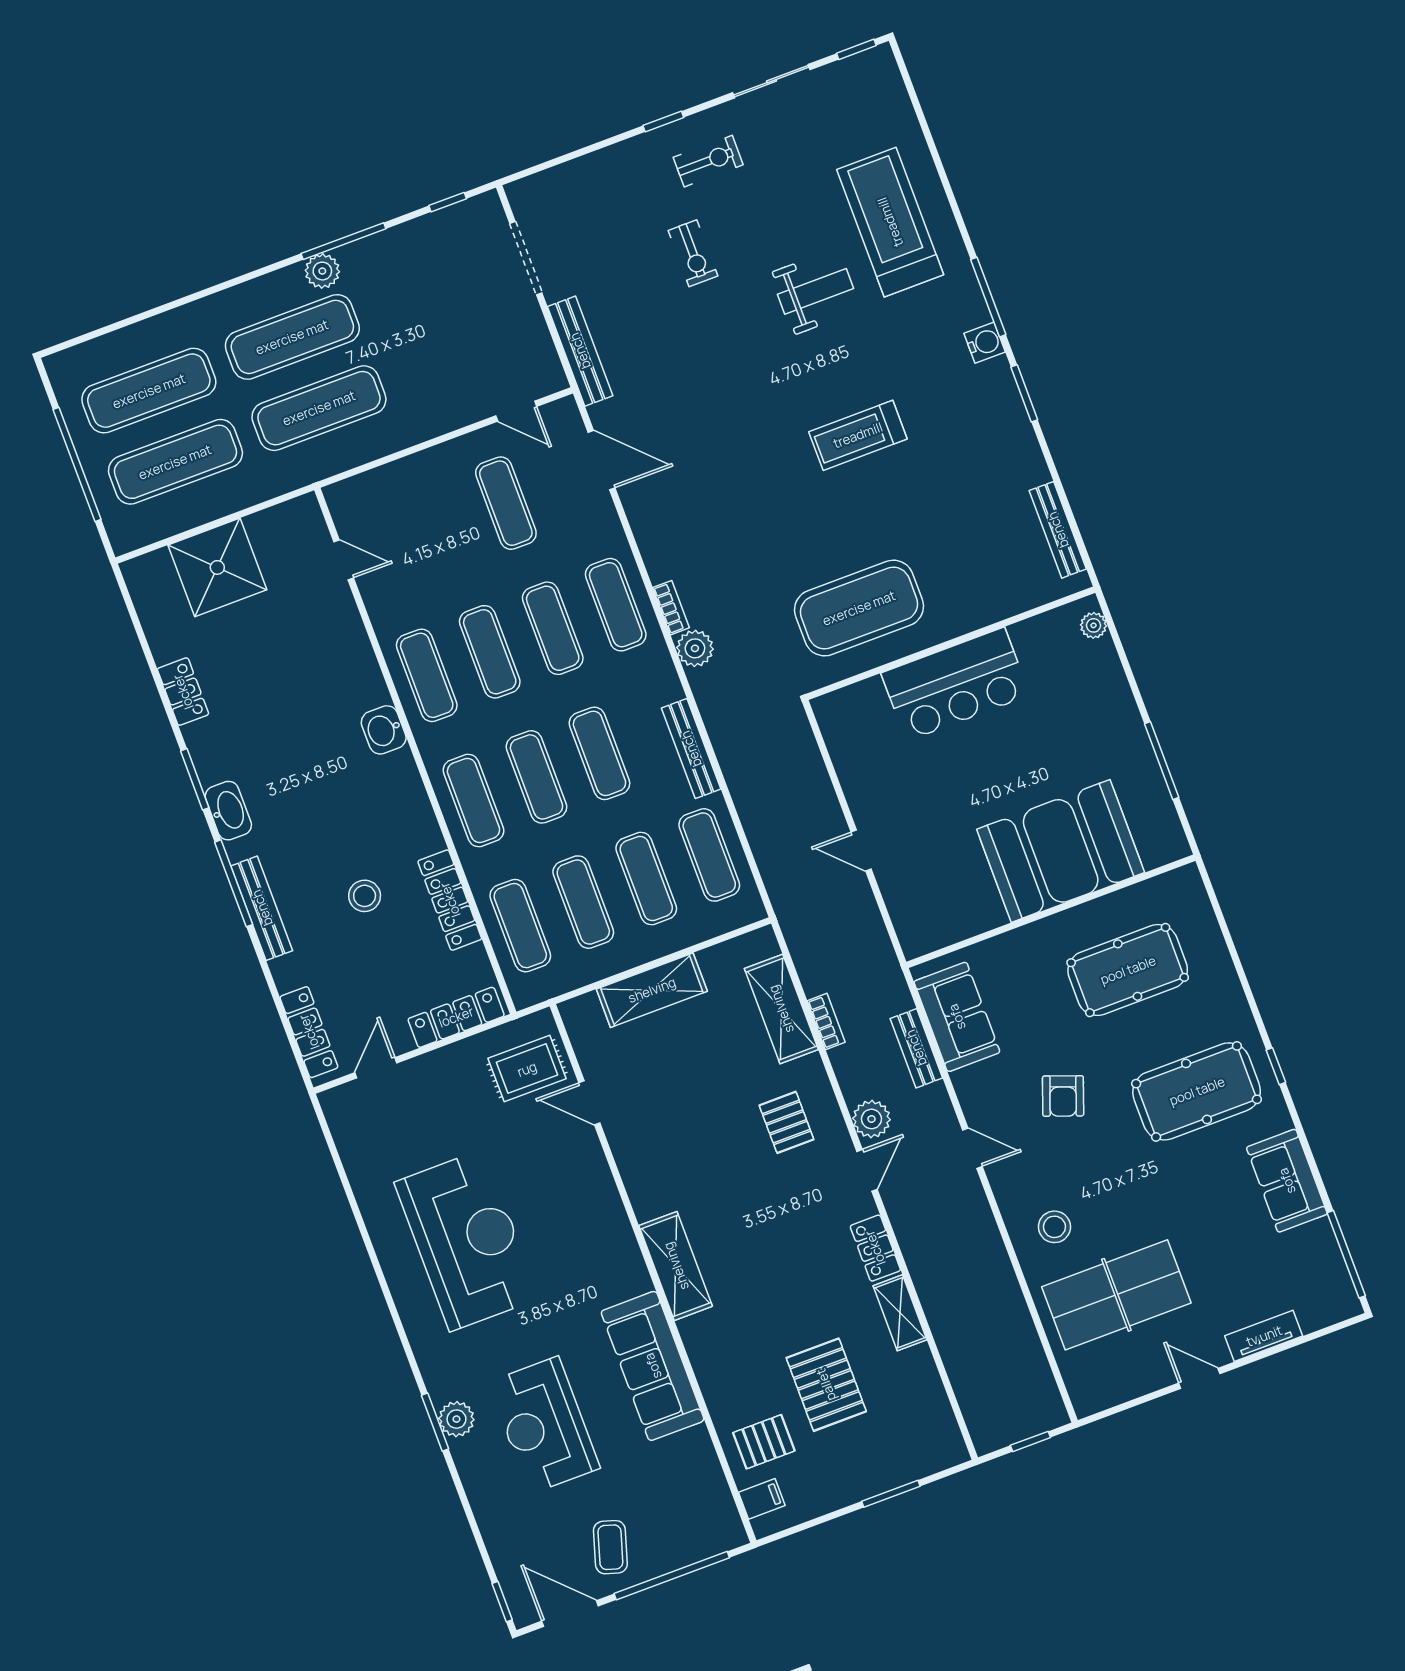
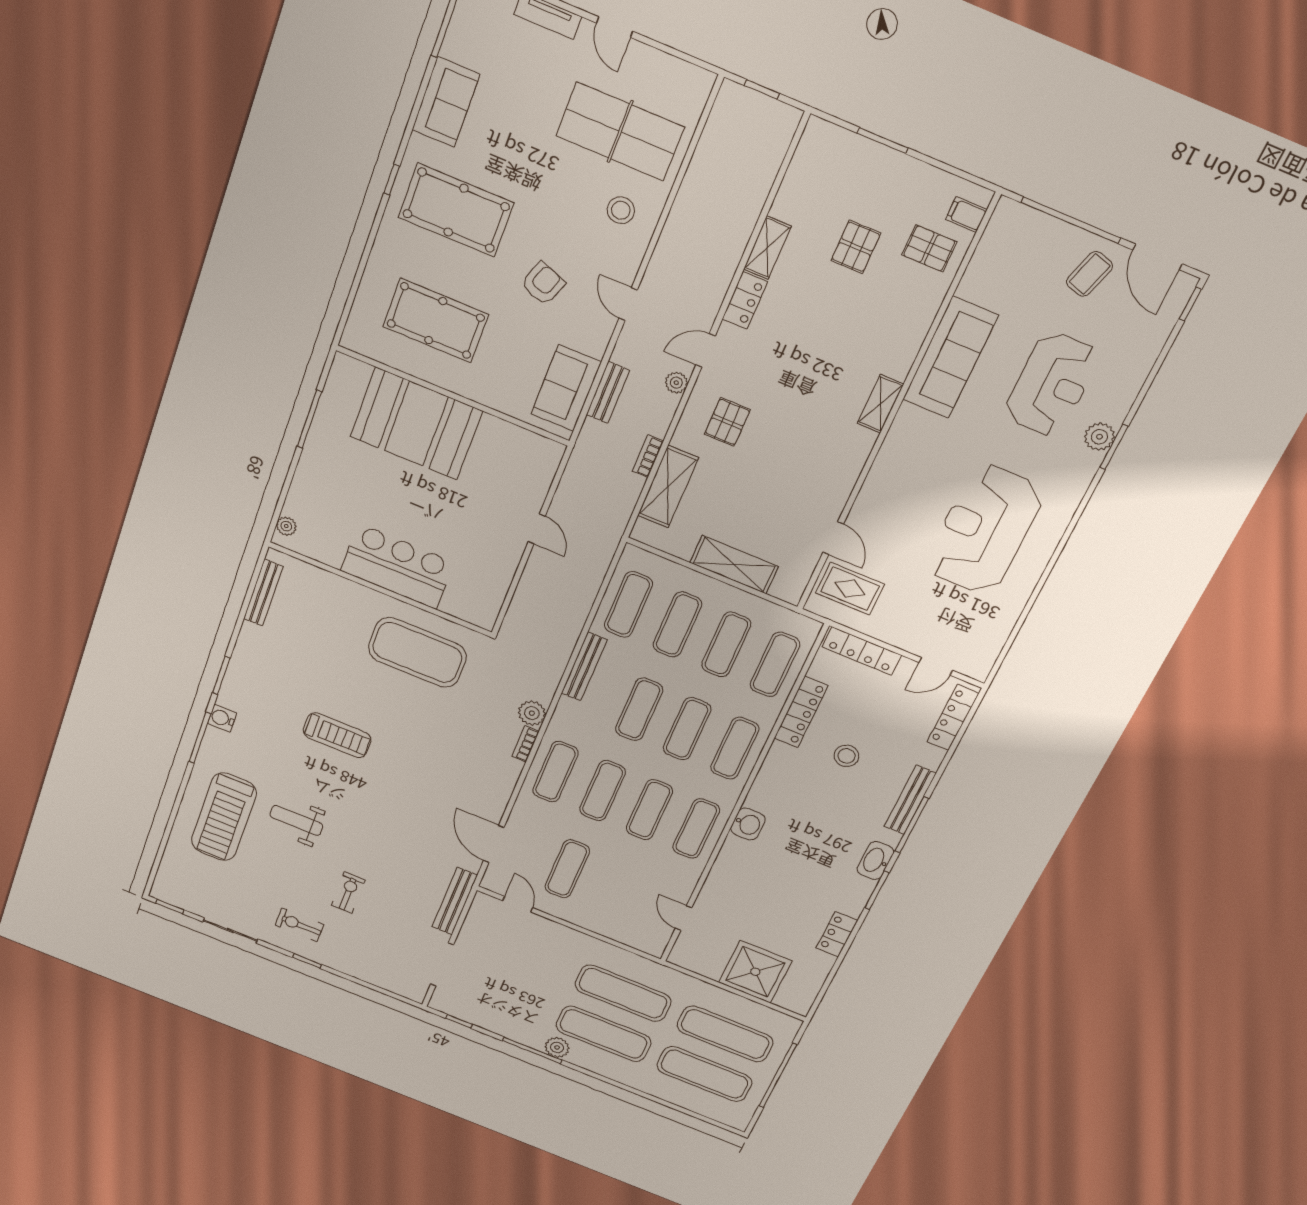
plant: (871, 1119) -> (676, 383), width x0.73, depth x0.73
shelving: (676, 1266) -> (880, 404), width x0.67, depth x0.75
pallet: (826, 1385) -> (856, 247), width x0.67, depth x0.71

